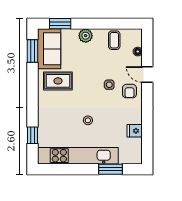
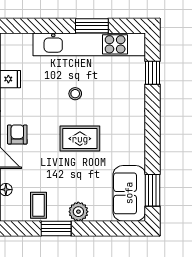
window: (60, 24) -> (56, 228), moved
rug: (58, 81) -> (80, 139), moved
side table: (109, 85) -> (45, 143), removed
window: (111, 169) -> (92, 26), moved

